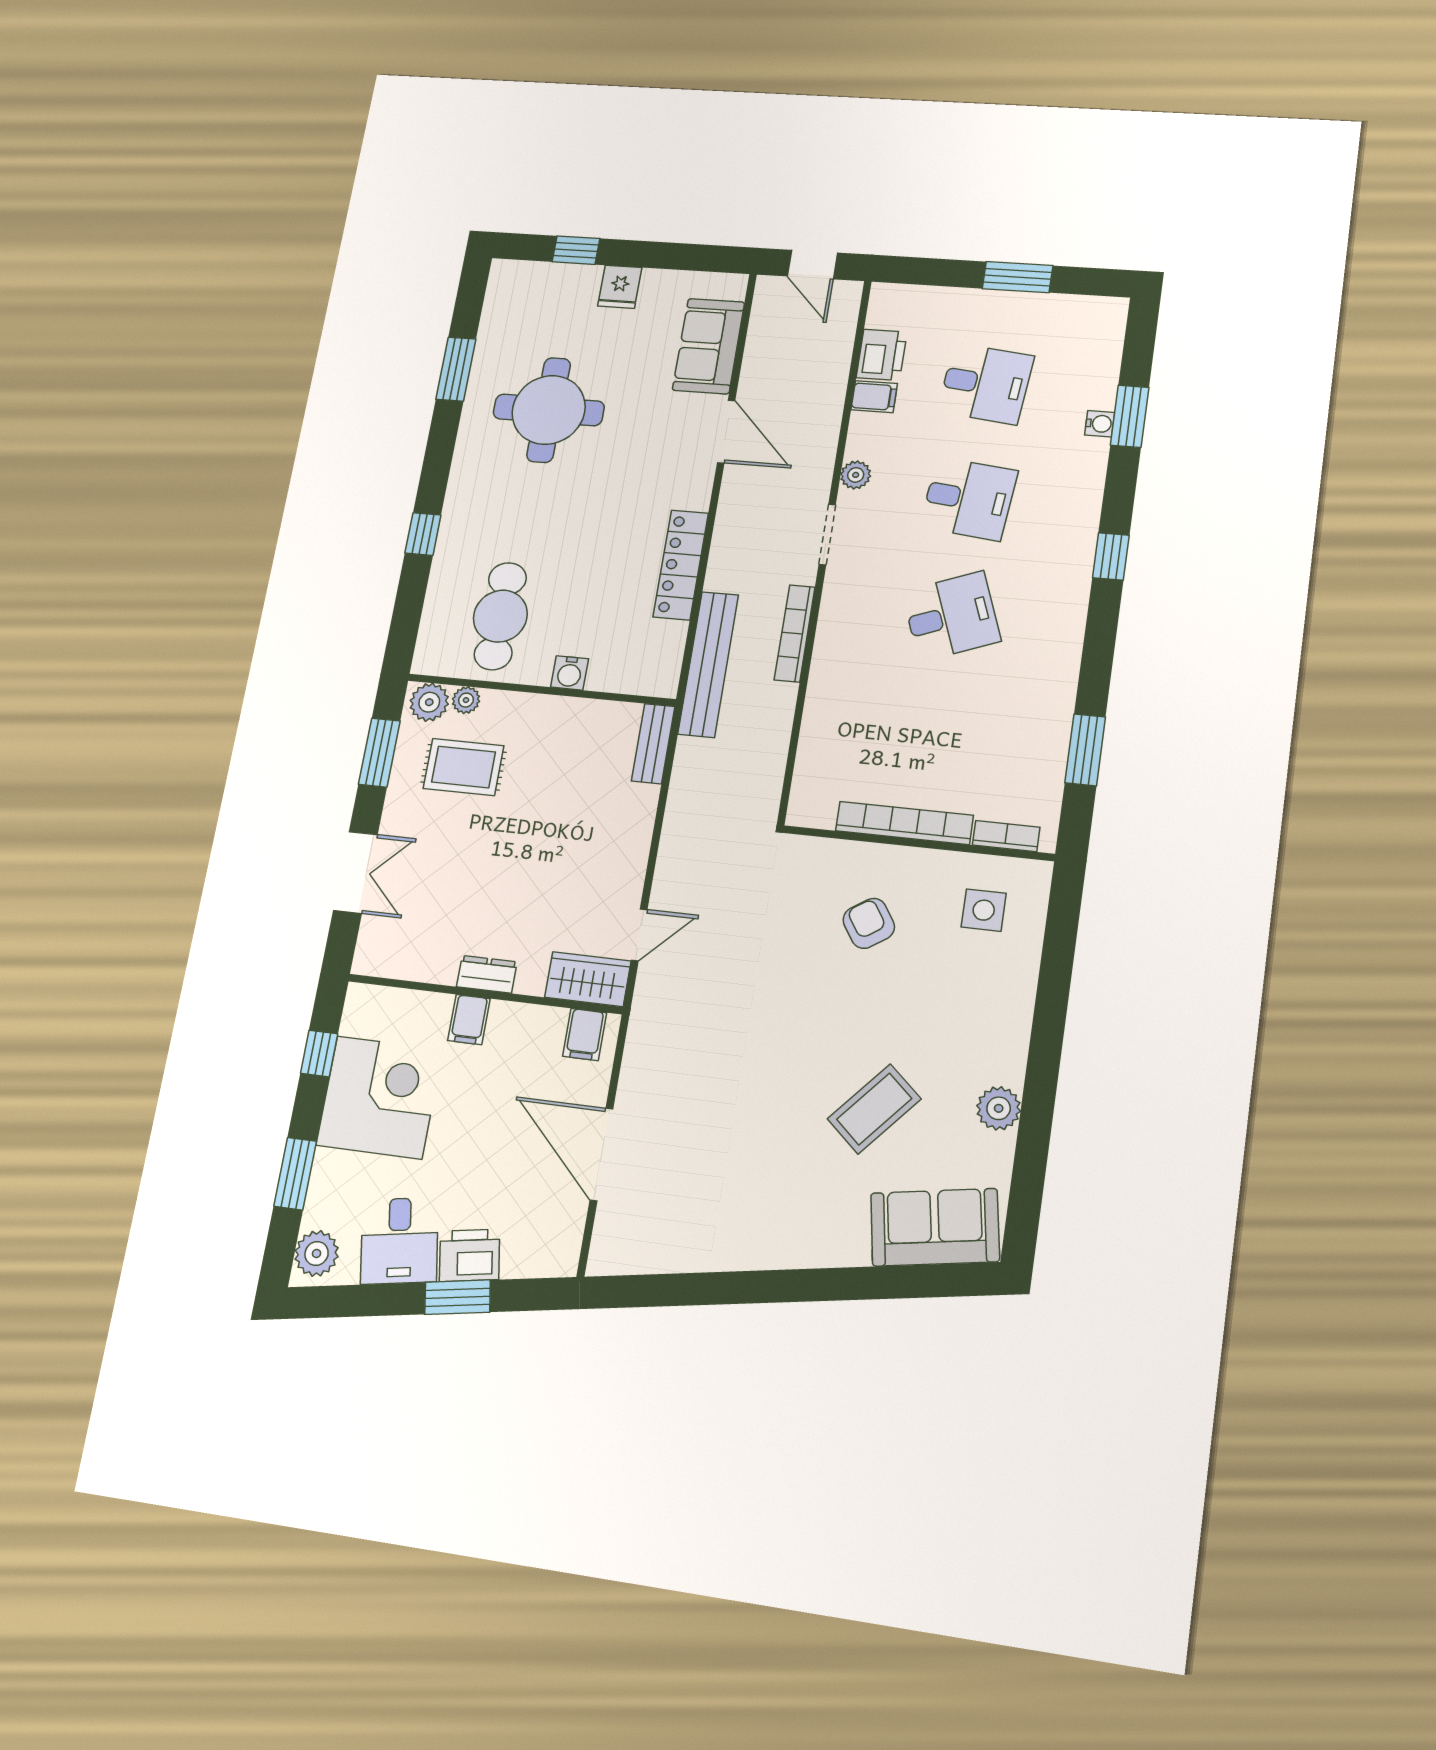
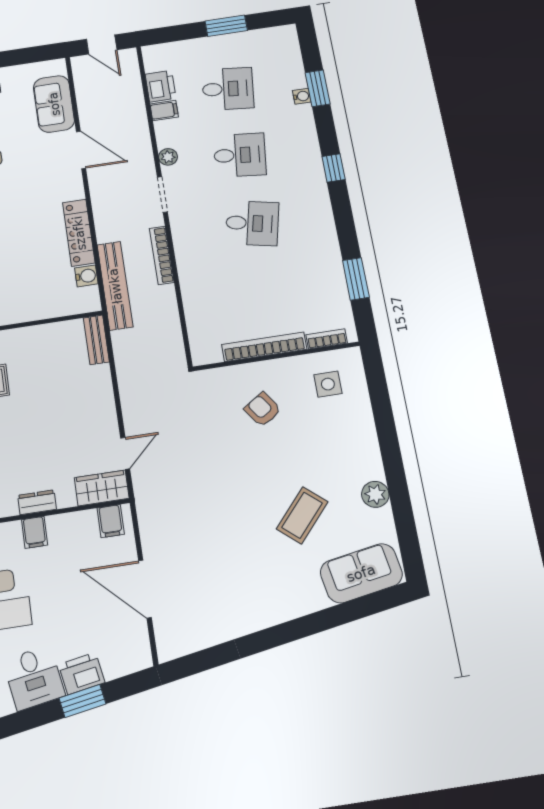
desk: (951, 616) -> (252, 223), turned 33
water cooler: (570, 673) -> (86, 276), moved, turned -90

